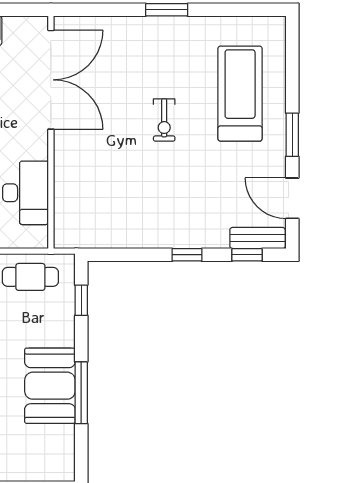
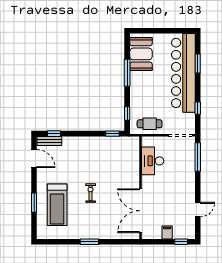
window: (292, 135) -> (34, 203), moved
window: (187, 255) -> (113, 134), moved
booth: (50, 386) -> (141, 54), moved

